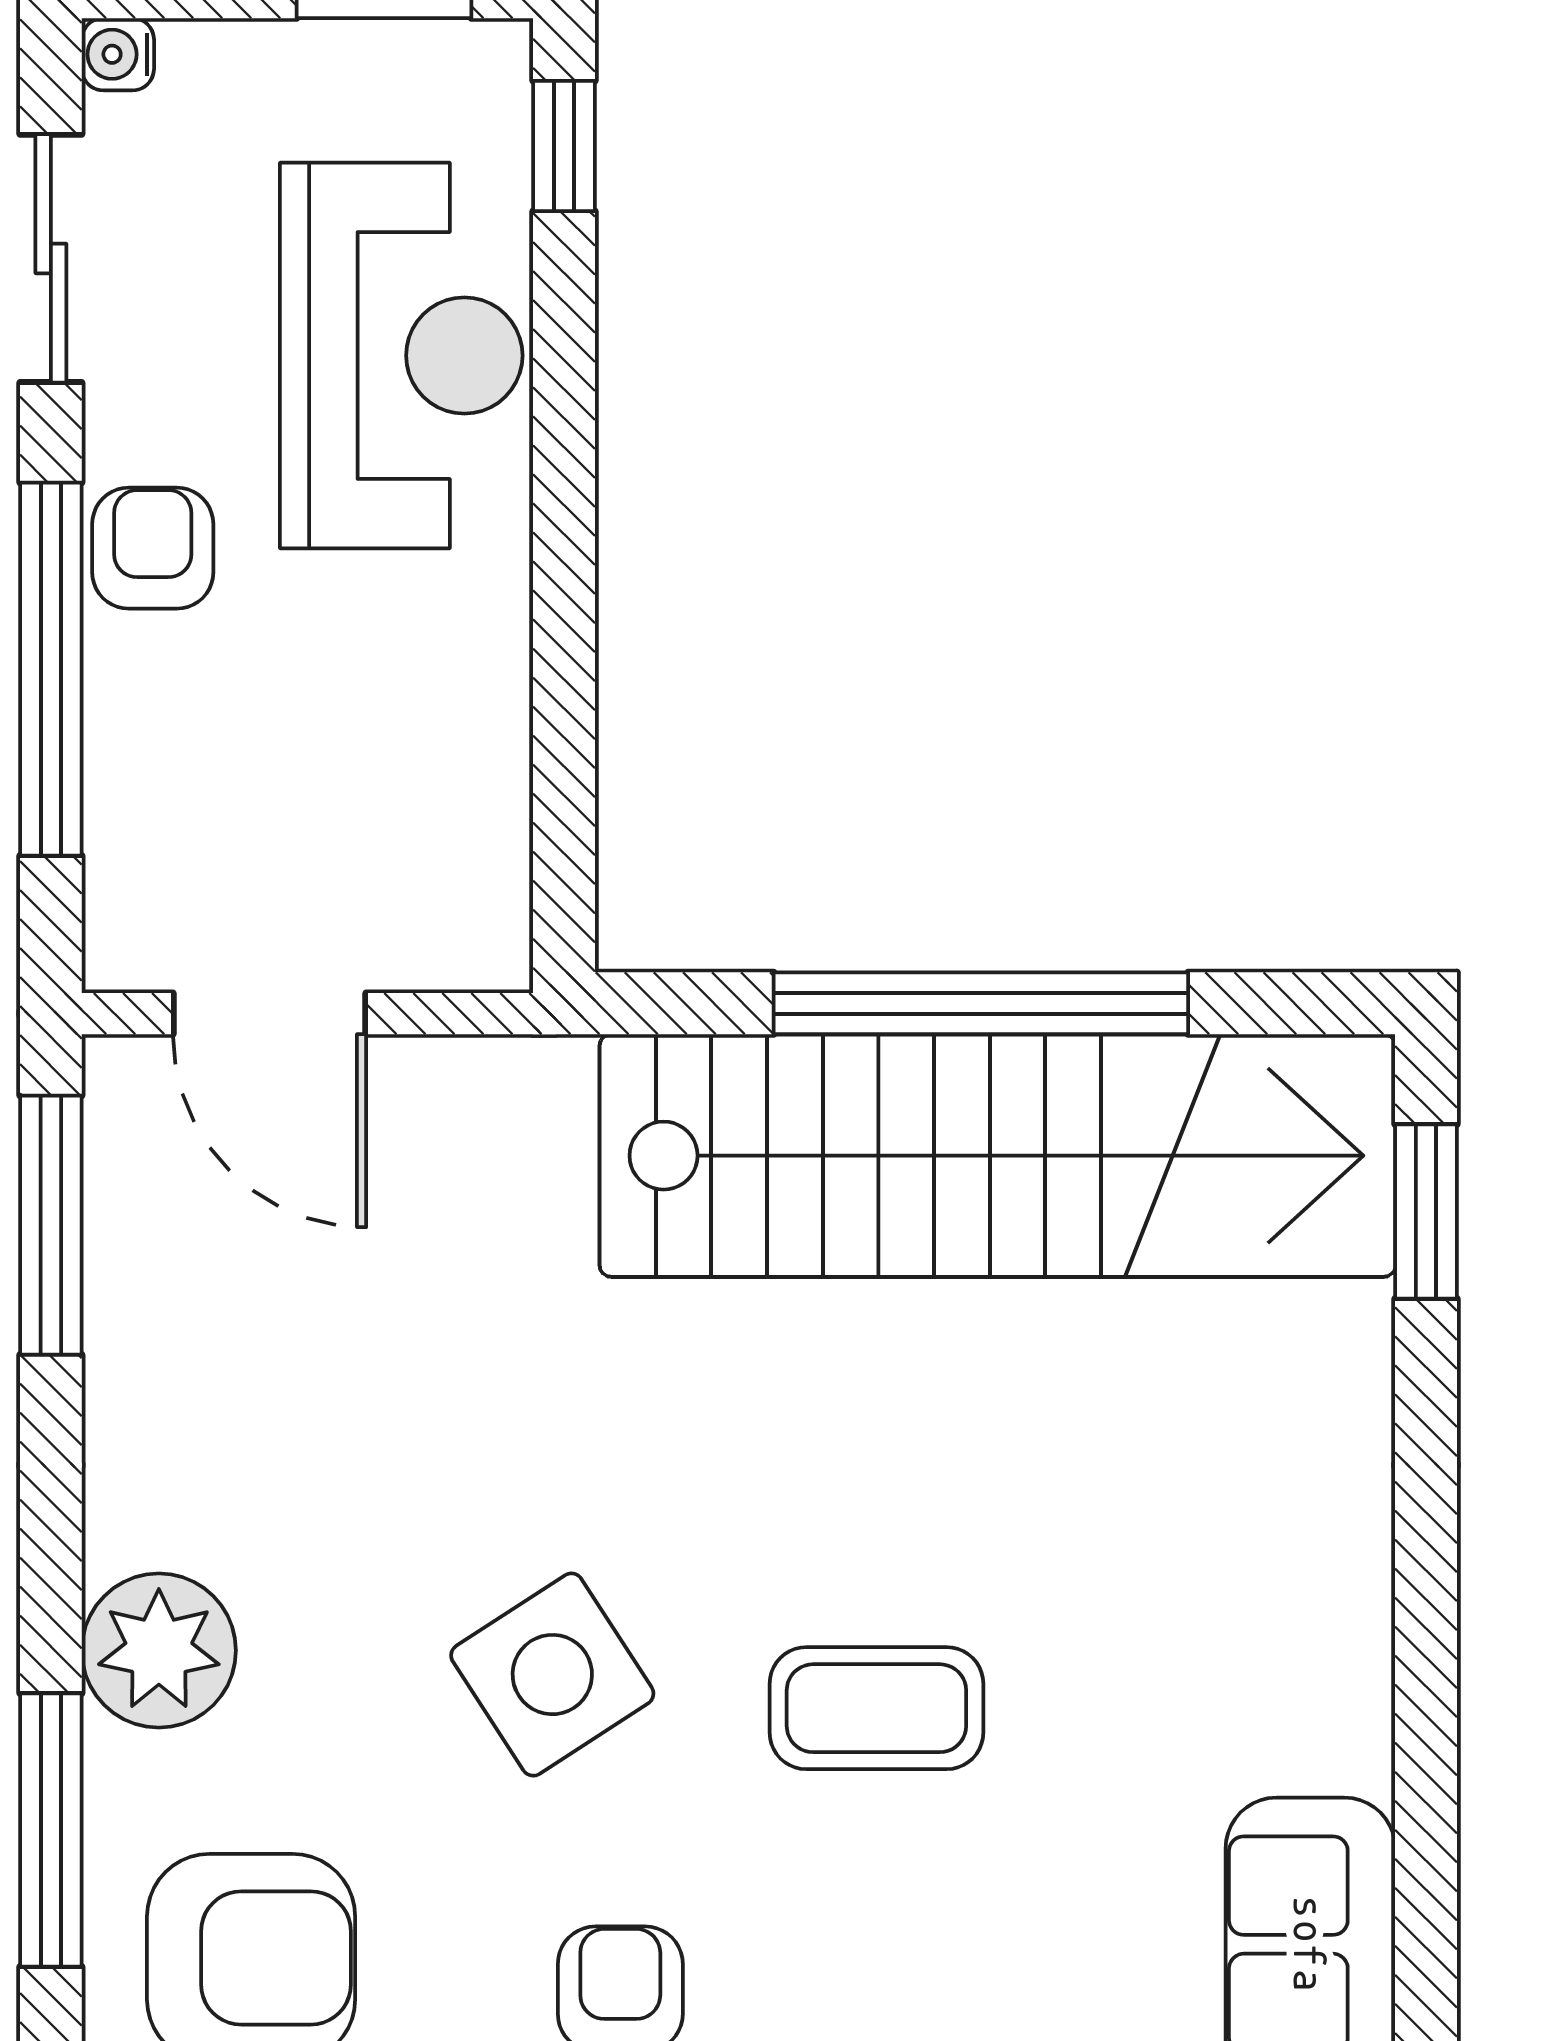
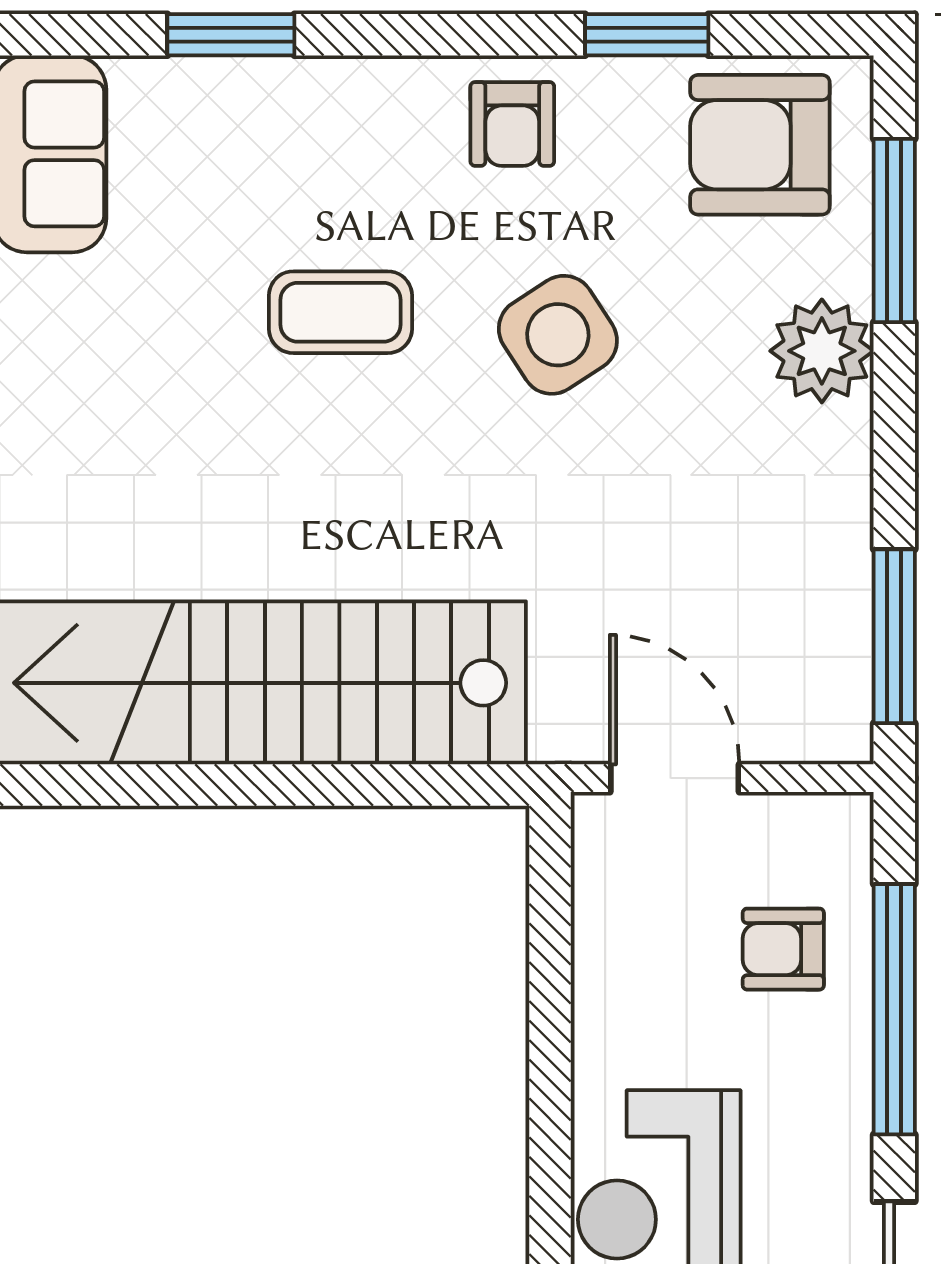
armchair: (153, 548) -> (783, 949), moved, turned 90
window: (981, 1003) -> (270, 785), removed
door: (270, 1014) -> (675, 778), moved

